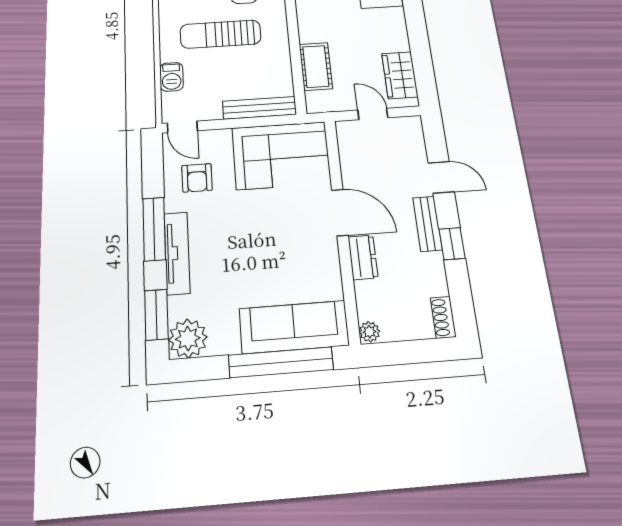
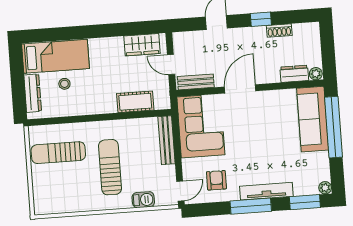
sun lounger: (221, 34) -> (110, 167), turned 180
door: (373, 114) -> (171, 65), hinge flipped
armchair: (197, 178) -> (216, 180), turned -90
bench: (427, 224) -> (196, 82), moved
dresser: (363, 257) -> (294, 74), moved
shoe rack: (443, 317) -> (279, 31), moved
plant: (188, 338) -> (325, 188), width x0.53, depth x0.53

